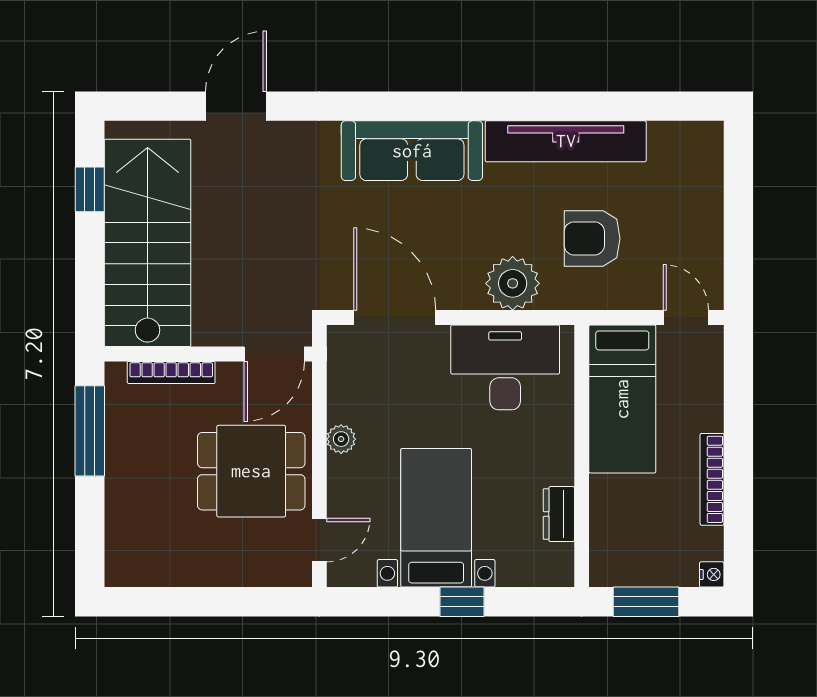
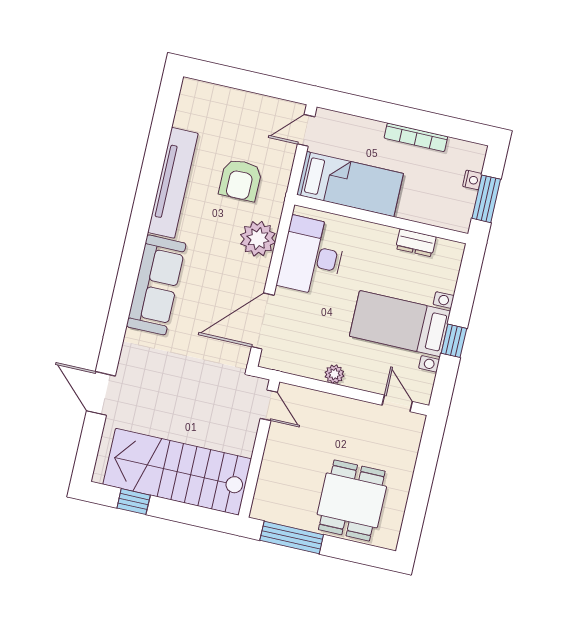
door: (274, 354) -> (269, 405), width x0.73
bookcase: (171, 372) -> (266, 475), removed
dining table: (251, 471) -> (352, 500), moved
nightstand: (712, 574) -> (472, 180), moved, turned 90
window: (462, 602) -> (454, 341), moved

